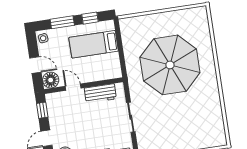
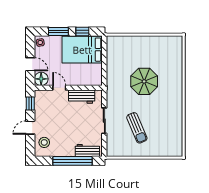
bed: (94, 44) -> (82, 50), width x1.50
parasol: (170, 65) -> (144, 81), width x0.54, depth x0.54
sun lounger: (170, 120) -> (137, 128), added

